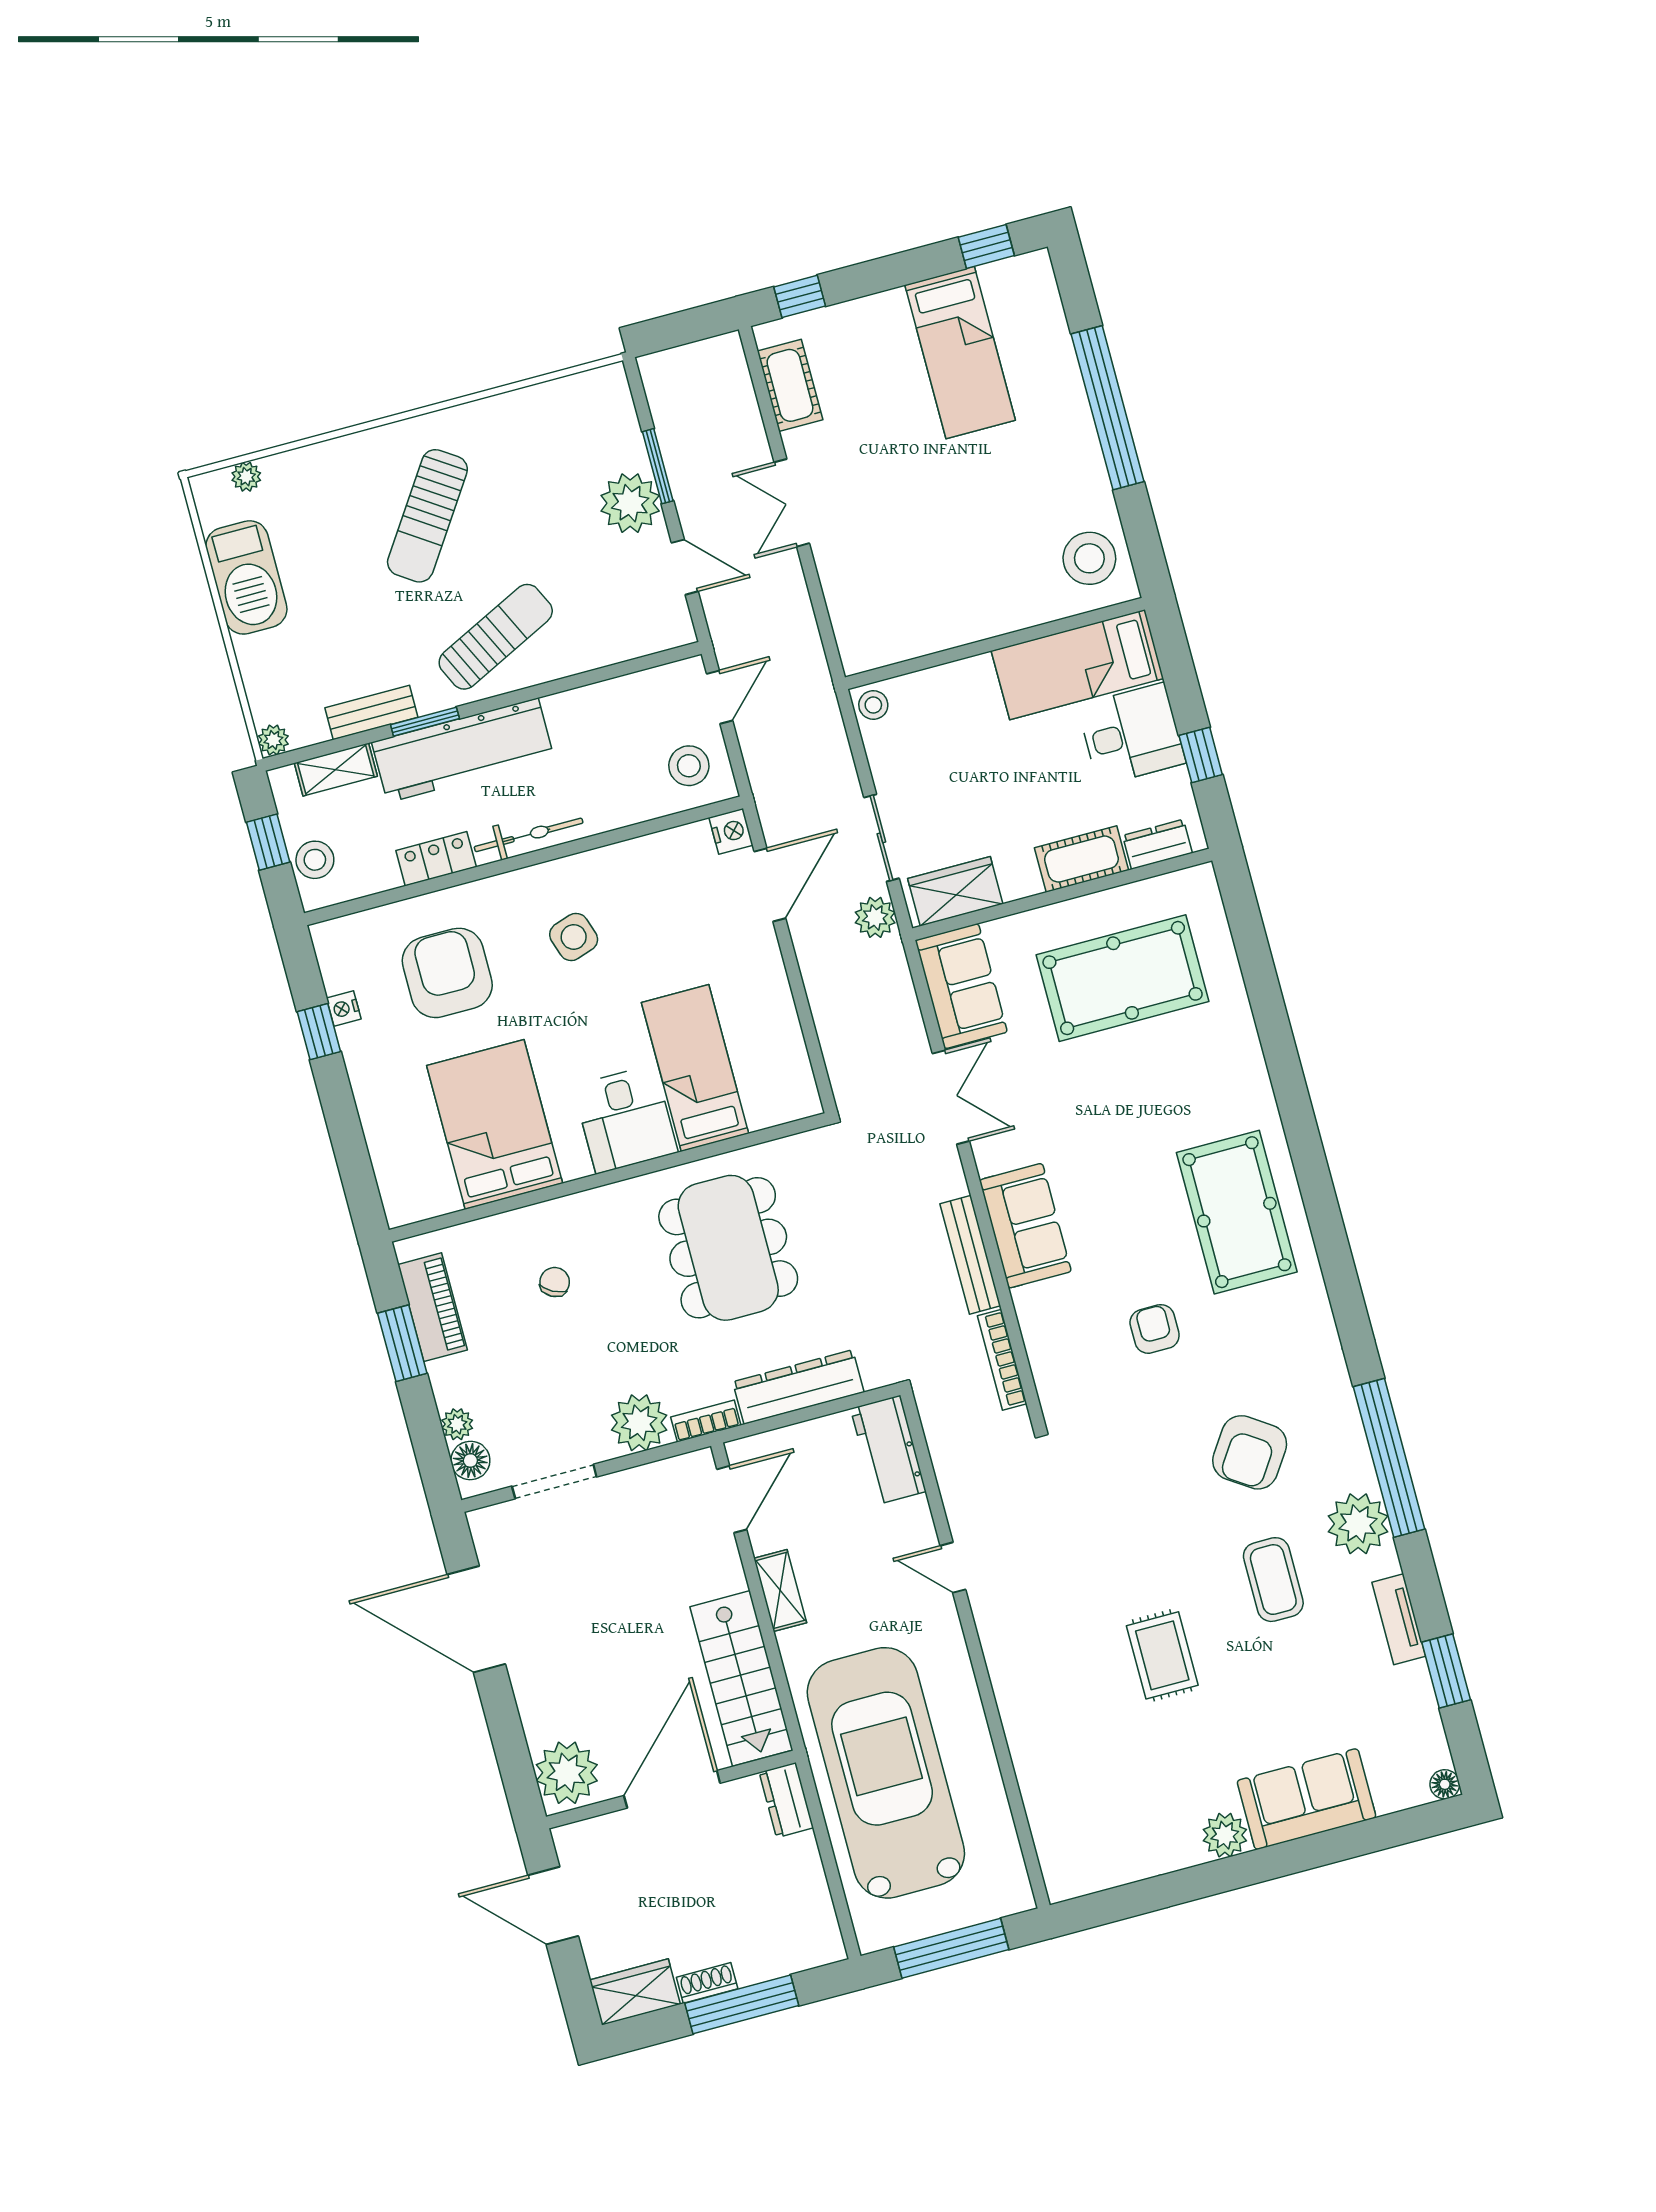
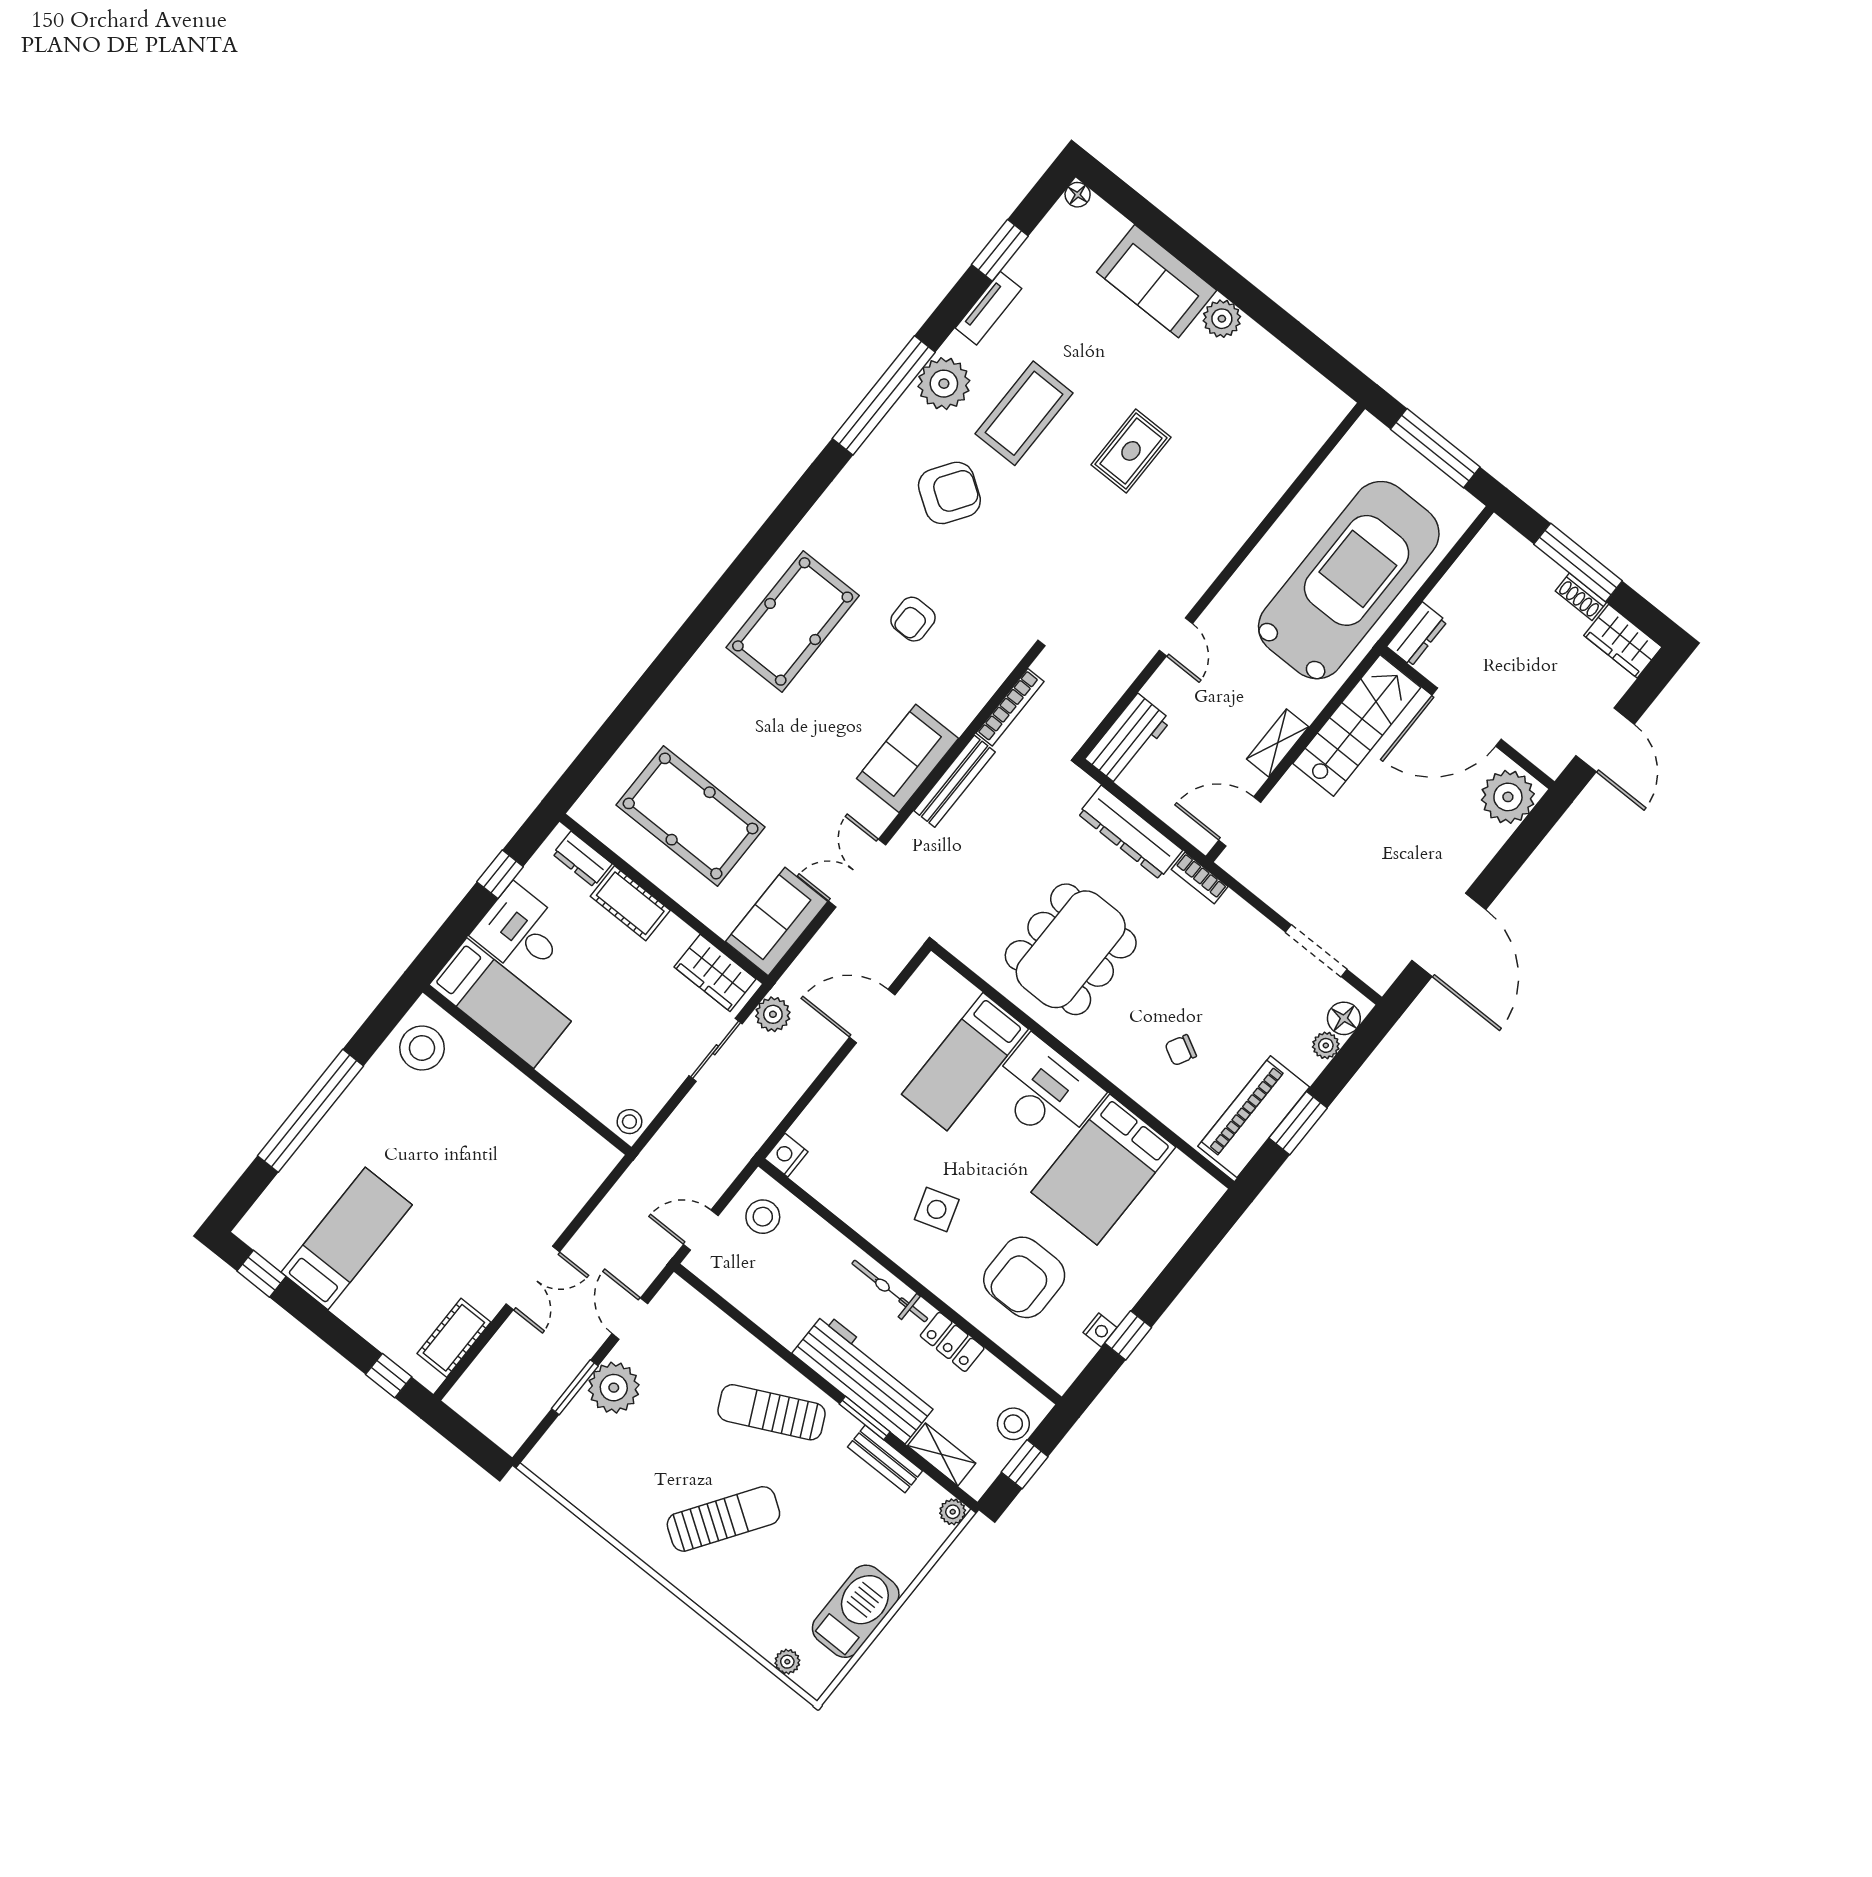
door: (770, 885) -> (872, 1016), moved
desk: (625, 1119) -> (1045, 1092), width x1.37
piano: (433, 1307) -> (1254, 1117), width x1.37, depth x1.33
plant: (639, 1423) -> (1234, 922), removed
coffee table: (1273, 1580) -> (1024, 413), width x1.36, depth x1.32
car: (886, 1773) -> (1349, 580), turned 180

